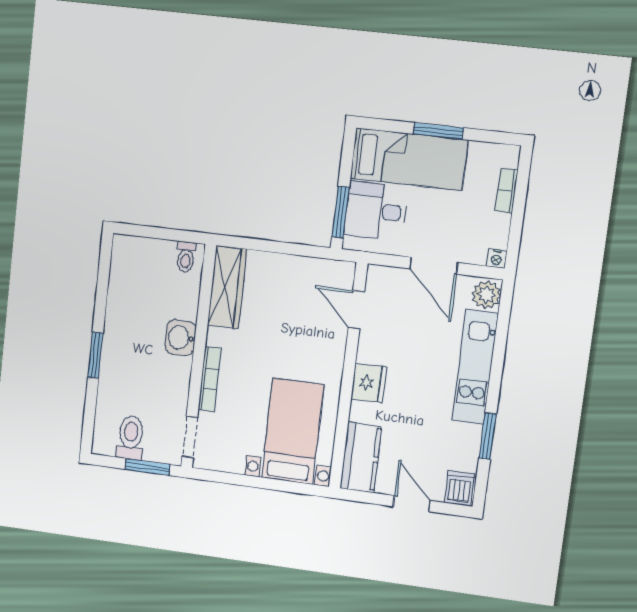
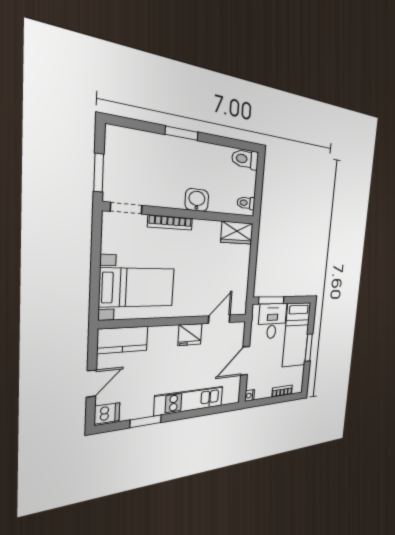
wardrobe: (227, 287) -> (237, 233), width x0.67
plant: (486, 295) -> (231, 396), removed
fridge: (369, 383) -> (190, 335), moved
toilet: (131, 438) -> (245, 159), moved, turned 180

